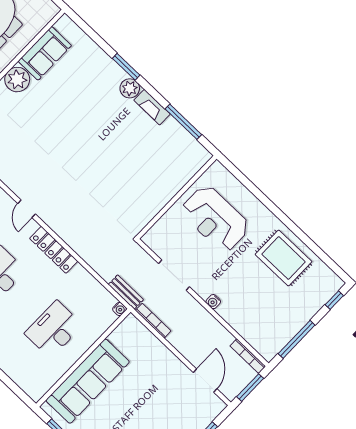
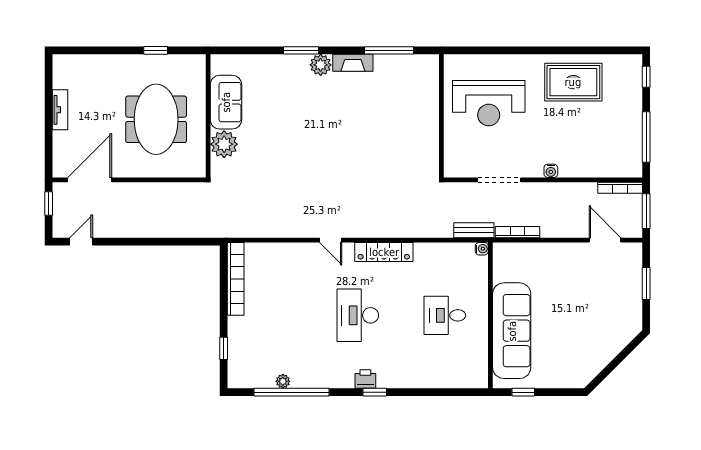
desk: (54, 329) -> (445, 315), width x0.73

